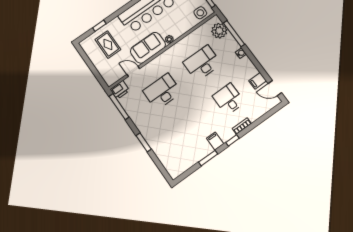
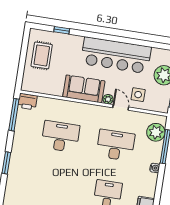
side table: (200, 13) -> (138, 95), moved
rug: (108, 44) -> (42, 55), moved
door: (133, 71) -> (121, 107), moved

